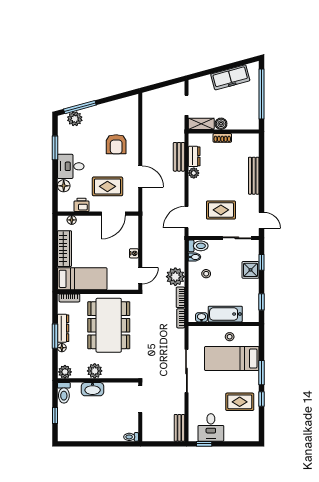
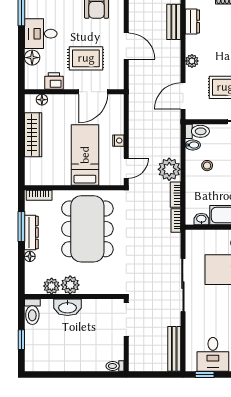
plant: (194, 173) -> (192, 61), moved
bed: (82, 279) -> (85, 155), moved, turned -90
window: (55, 336) -> (21, 227), moved
plant: (65, 372) -> (52, 286), moved
bench: (179, 428) -> (174, 349), width x1.36

